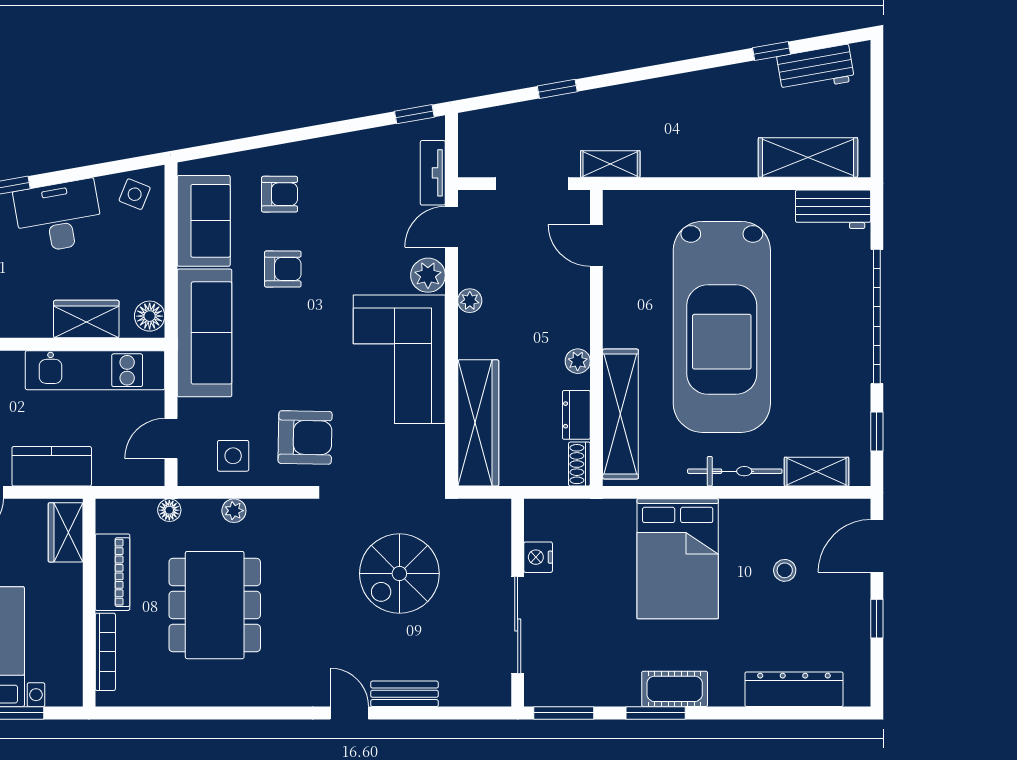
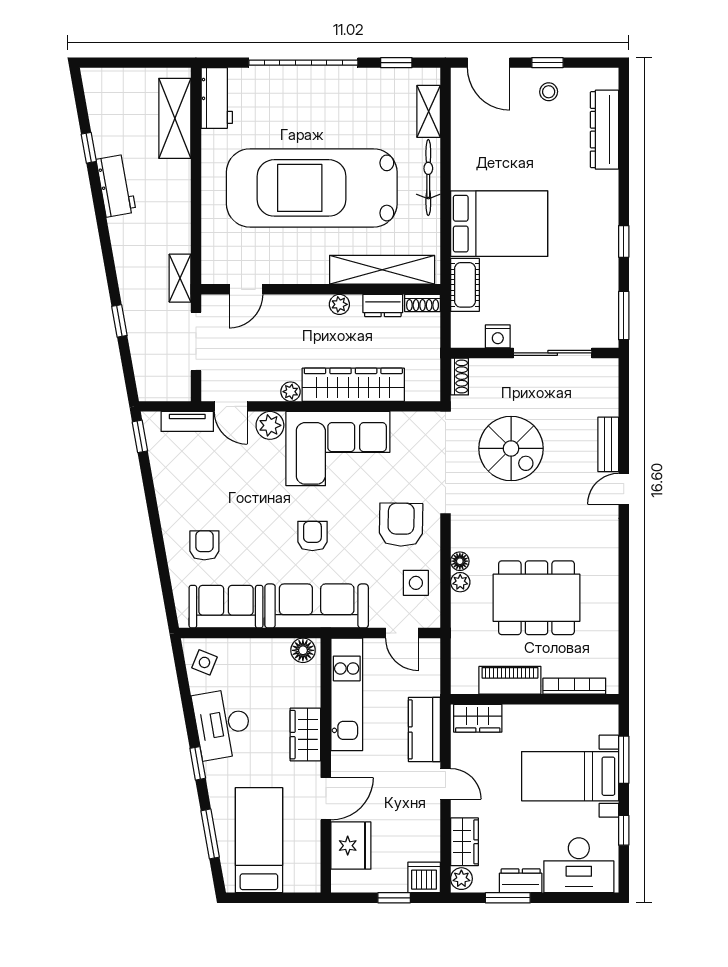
workbench: (816, 69) -> (116, 186), moved
armchair: (283, 269) -> (312, 536), moved
wardrobe: (86, 319) -> (305, 735), moved
car: (722, 327) -> (312, 188), turned 180
wardrobe: (478, 423) -> (353, 385), moved
floor lamp: (169, 510) -> (460, 561), moved
shoe rack: (489, 510) -> (460, 376), added
stool: (785, 570) -> (549, 92), moved
cot: (675, 689) -> (465, 285), moved
window: (656, 713) -> (624, 241), width x0.67

